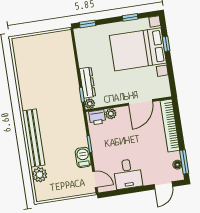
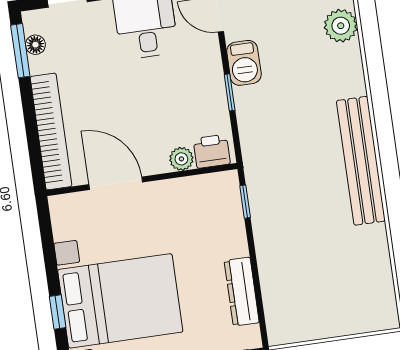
dresser: (87, 83) -> (242, 292), moved
door: (140, 102) -> (116, 183), hinge flipped
plant: (90, 104) -> (228, 182), removed
bench: (34, 138) -> (361, 161), moved

